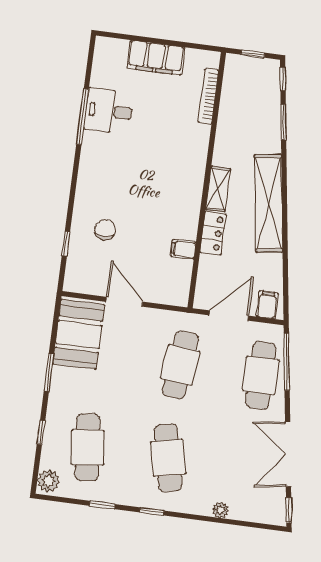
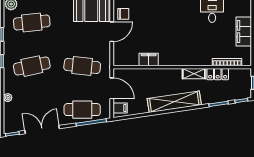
shelving: (218, 189) -> (194, 74), moved
chair: (105, 230) -> (123, 14), moved
locker: (213, 233) -> (218, 74), moved
filing cabinet: (183, 249) -> (149, 60), width x2.00

